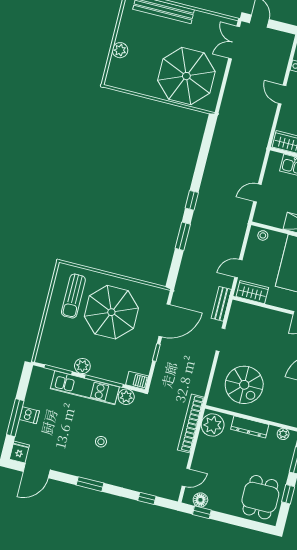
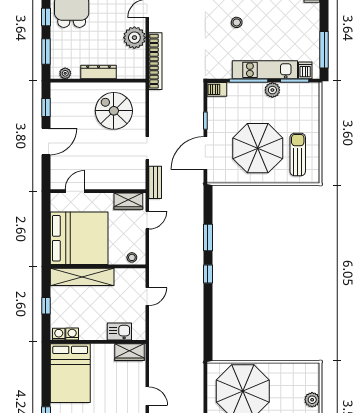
plant: (126, 397) -> (223, 71), removed
dishwasher: (29, 415) -> (305, 70), moved, turned 90
window: (15, 418) -> (324, 50), moved
plant: (213, 425) -> (134, 38), moved

